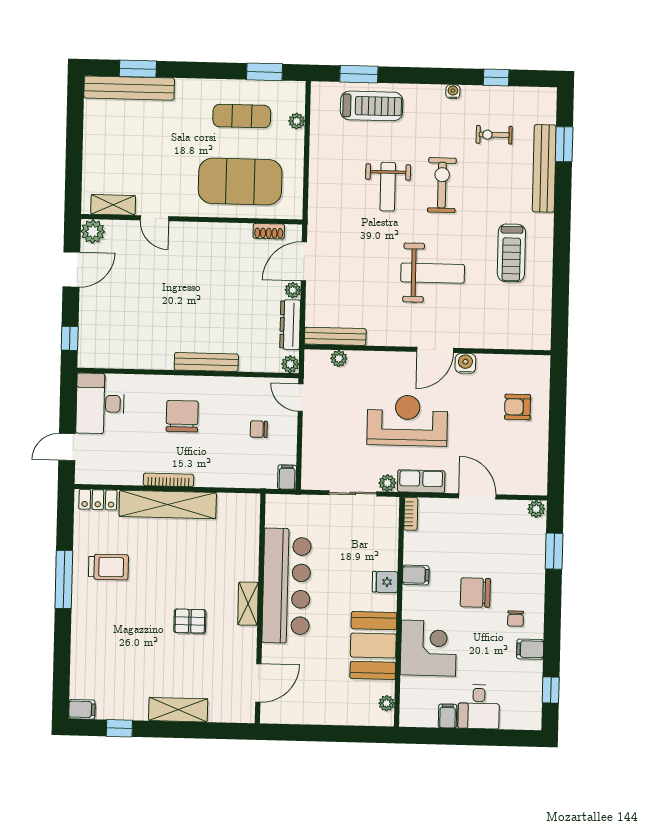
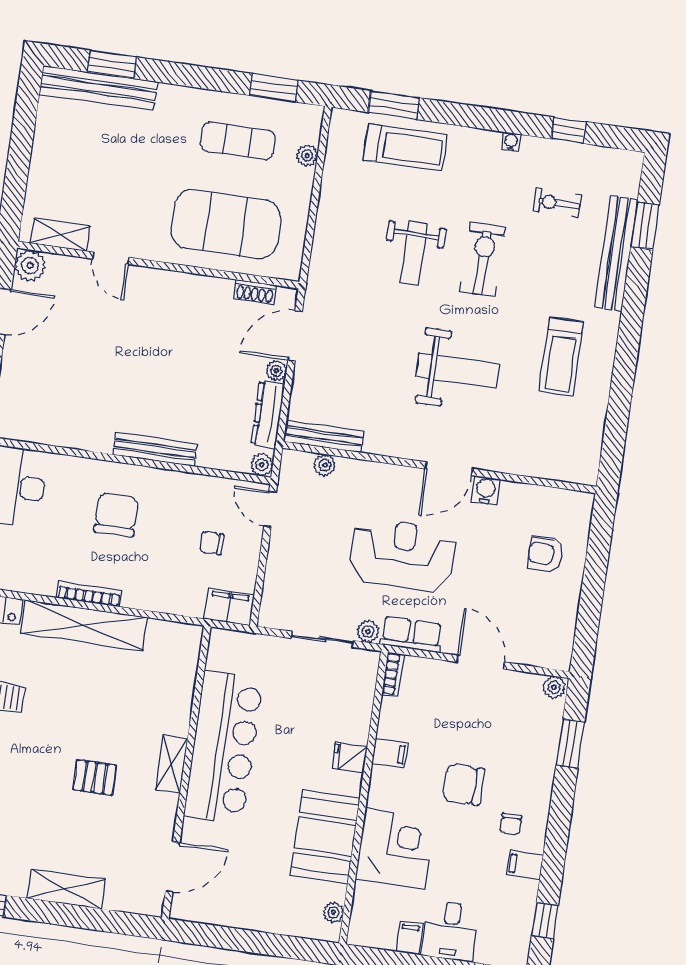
filing cabinet: (287, 477) -> (229, 607), width x2.00

